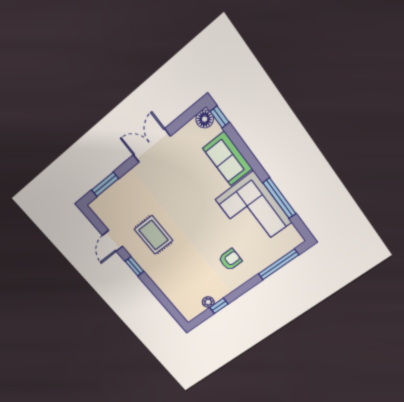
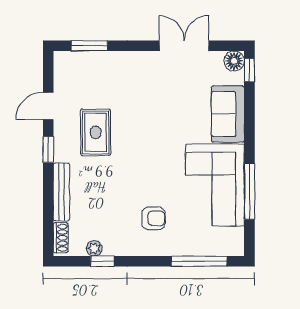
double door: (152, 145) -> (184, 46), moved
bench: (163, 284) -> (61, 192), added
shoe rack: (184, 310) -> (61, 238), added

